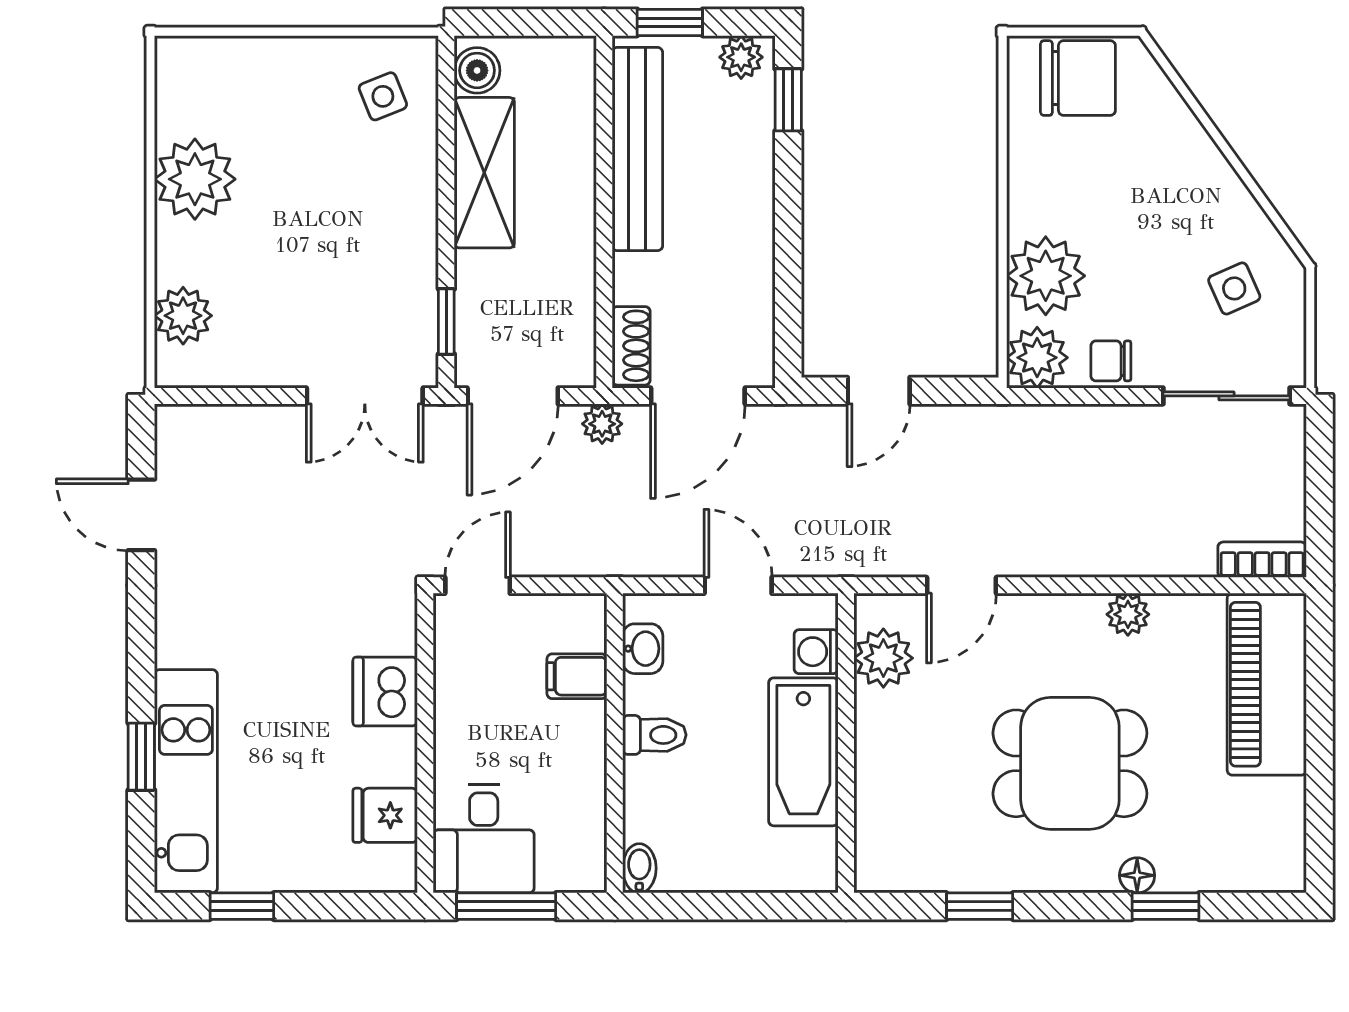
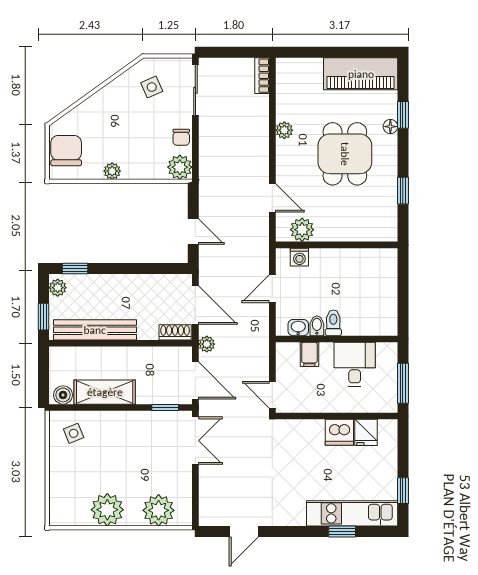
plant: (1046, 276) -> (112, 171), moved, width x0.53, depth x0.53
plant: (183, 316) -> (159, 510), width x1.36, depth x1.36
piano: (1267, 684) -> (361, 74), moved
dishwasher: (385, 691) -> (339, 432), moved
bathtub: (803, 752) -> (340, 262), removed
desk: (484, 839) -> (355, 364), moved, turned -90
bidet: (639, 868) -> (317, 326), moved, turned 90

